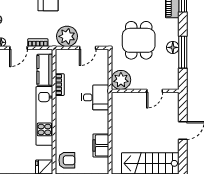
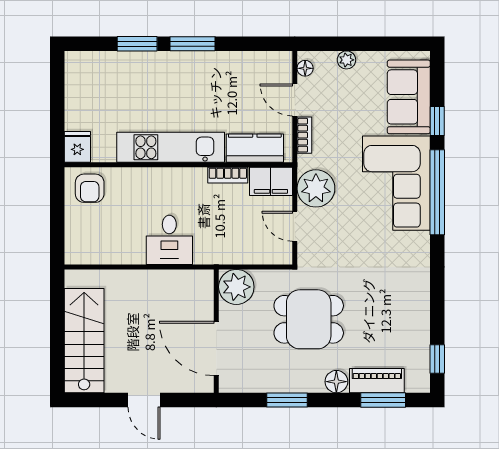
floor lamp: (173, 47) -> (336, 382), moved
window: (183, 52) -> (287, 400), width x0.69
door: (155, 91) -> (216, 348), width x1.87
desk: (95, 97) -> (169, 240), moved
filing cabinet: (101, 145) -> (271, 181), moved, turned 180

